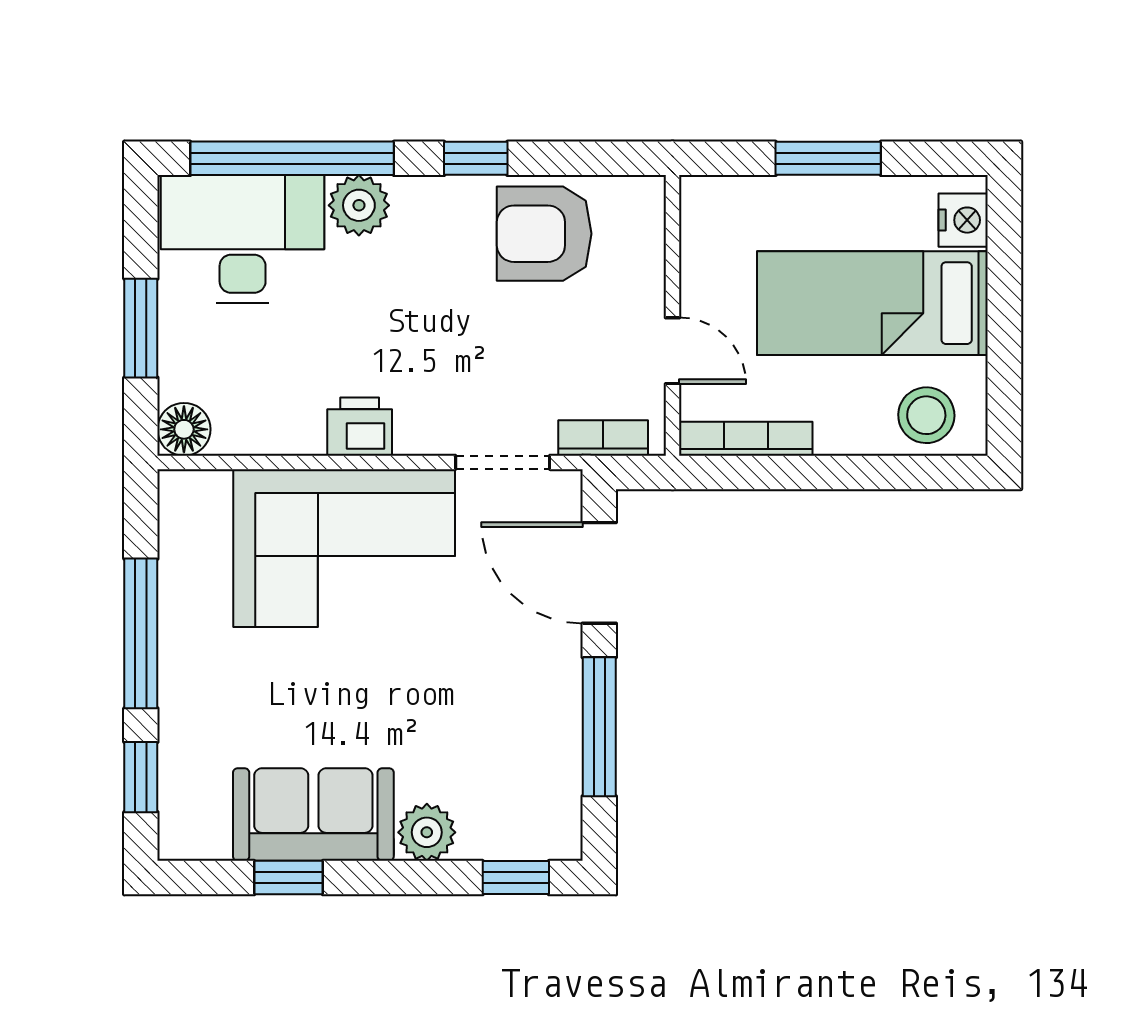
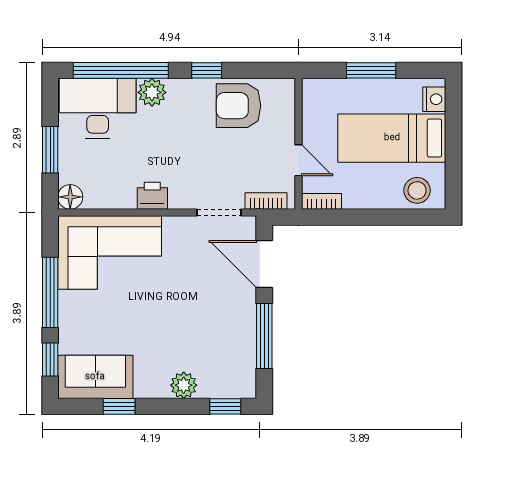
bookcase: (746, 439) -> (321, 201), width x0.64
corner sofa: (344, 548) -> (110, 253), moved
sofa: (313, 815) -> (95, 377), moved

